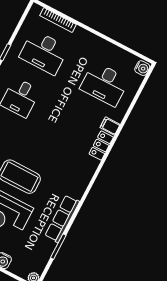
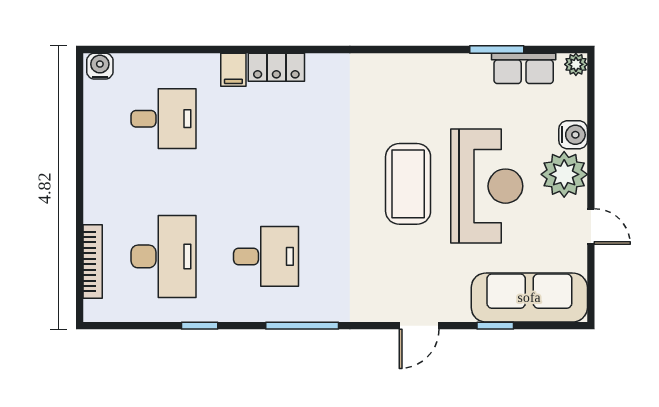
desk: (104, 84) -> (164, 119), width x0.73
row of seats: (62, 219) -> (524, 68), moved, width x0.68

